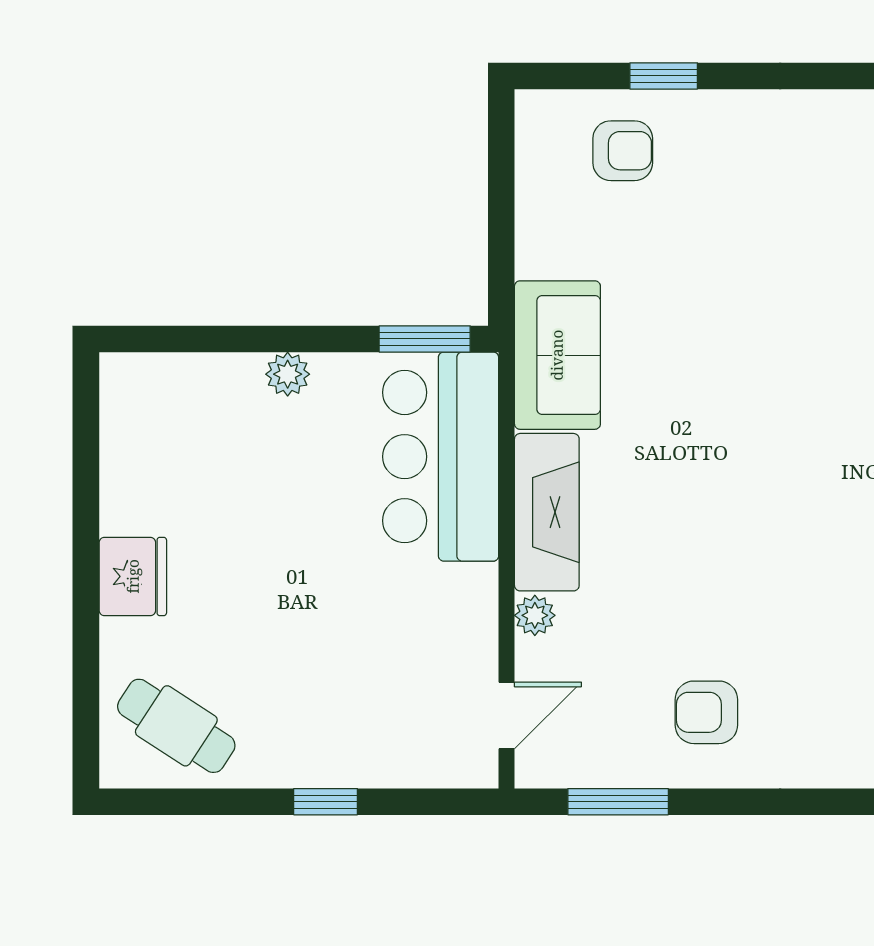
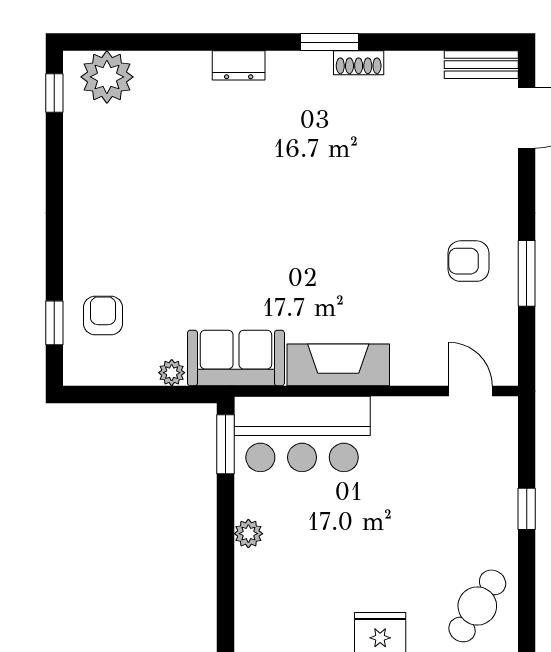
window: (664, 76) -> (54, 323), moved
plant: (535, 615) -> (172, 373), moved
armchair: (706, 712) -> (468, 261), turned 90
window: (618, 802) -> (527, 273), moved

